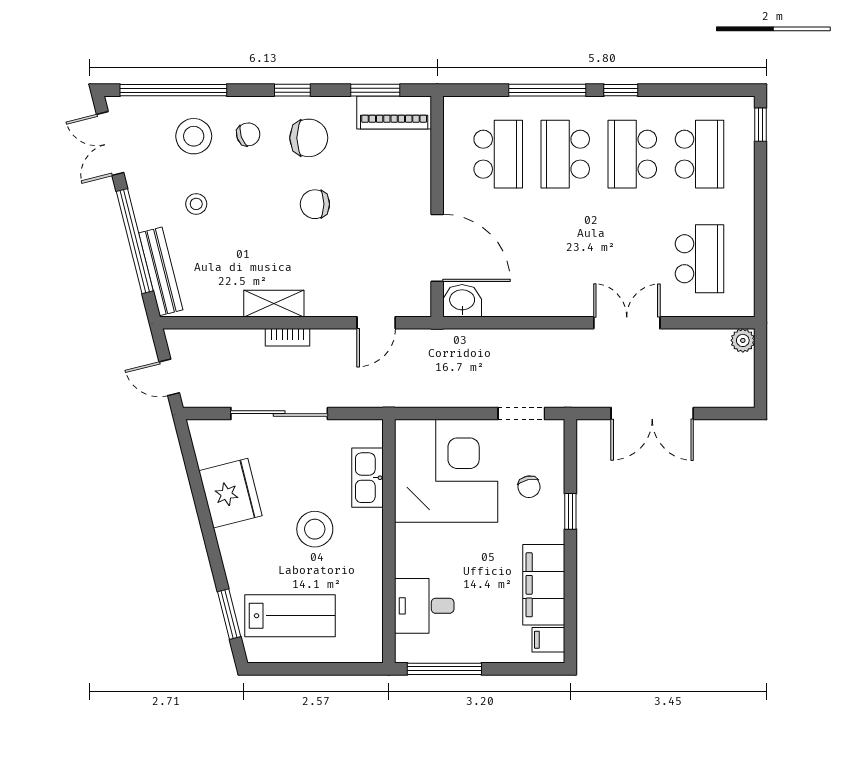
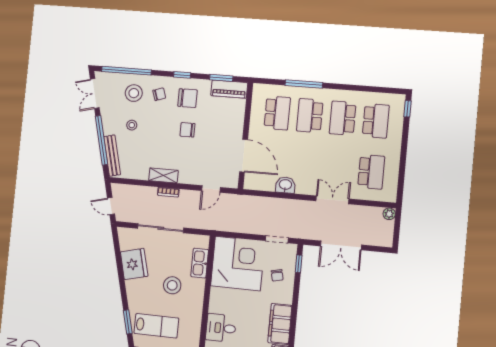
window: (621, 90) -> (340, 87), removed
washbasin: (462, 301) -> (285, 185), moved
window: (570, 511) -> (299, 264), moved

